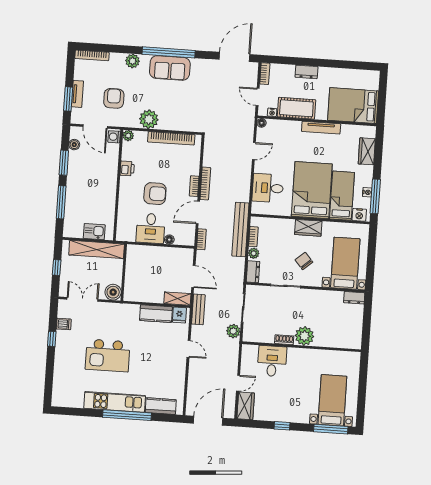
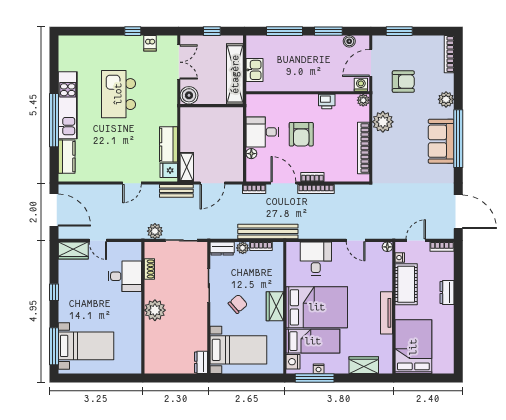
tv unit: (77, 94) -> (406, 41), removed
shoe rack: (284, 340) -> (149, 269), moved

